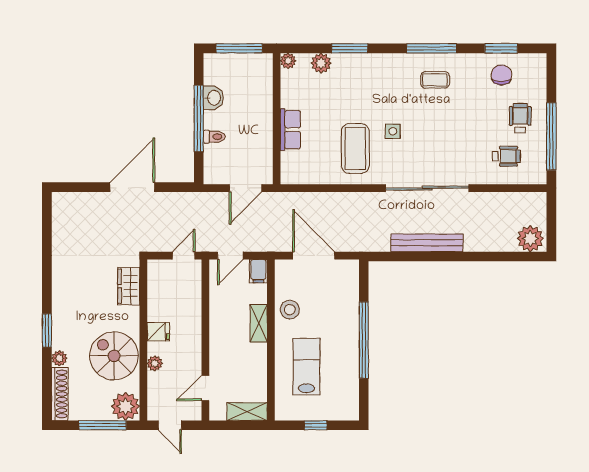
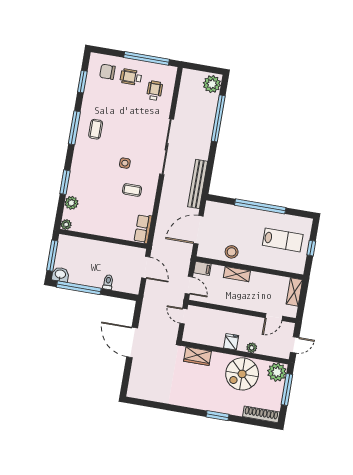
chair: (501, 75) -> (107, 72), moved
washbasin: (214, 98) -> (60, 275), moved
window: (199, 119) -> (79, 288), moved
row of seats: (290, 130) -> (143, 229), moved, turned -90
coffee table: (355, 148) -> (132, 190), width x0.54, depth x0.58
bench: (427, 243) -> (198, 184), moved
window: (482, 256) -> (218, 118), added
plant: (59, 358) -> (237, 411), removed
lab bench: (307, 367) -> (283, 240), moved, turned 180
door: (205, 388) -> (274, 317), hinge flipped

